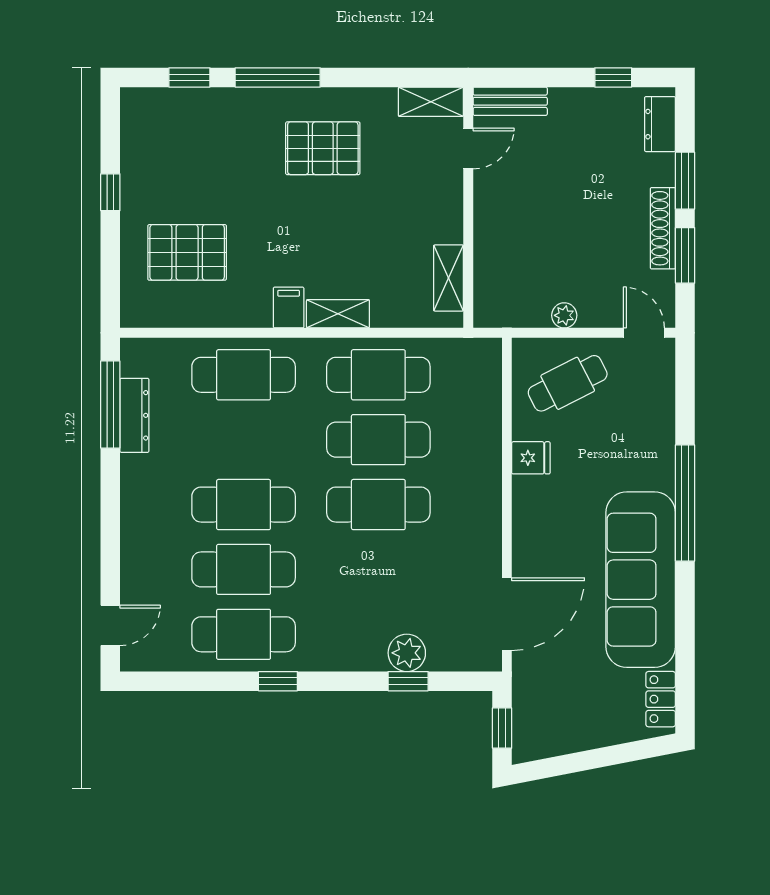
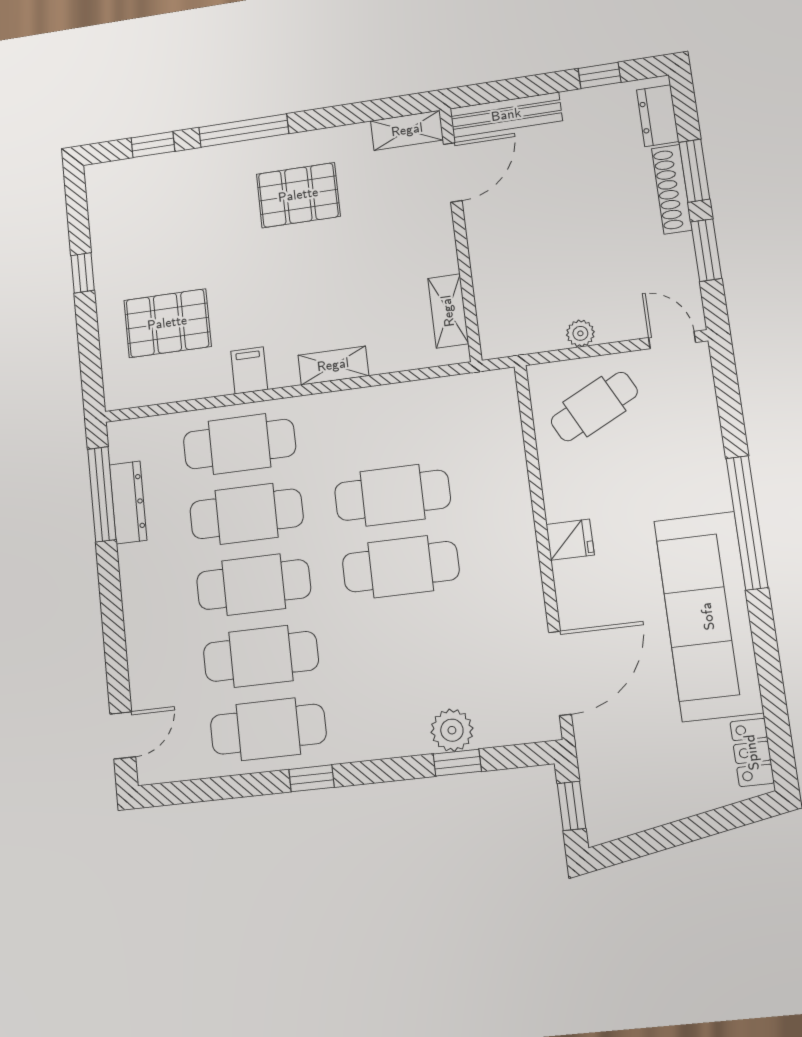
bench: (510, 101) -> (506, 115), width x1.36
door: (468, 148) -> (453, 172), width x1.38
shoe rack: (663, 228) -> (672, 189), moved
filing cabinet: (289, 308) -> (249, 370), moved
cafe table: (378, 375) -> (246, 514), moved
fridge: (531, 458) -> (570, 540), moved

